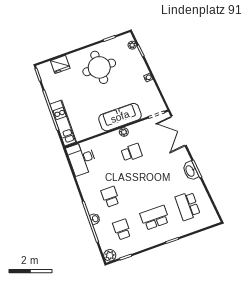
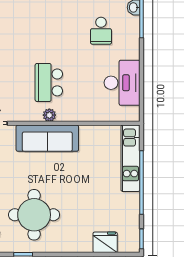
round table: (99, 67) -> (34, 215), moved
school desk: (132, 153) -> (49, 82), width x1.85
desk: (82, 158) -> (122, 83), moved

